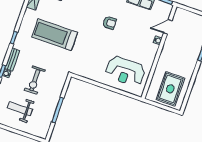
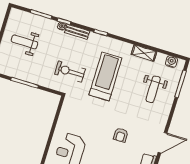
exercise bike: (35, 80) -> (70, 72), moved
weight bench: (20, 109) -> (25, 42), turned -90

